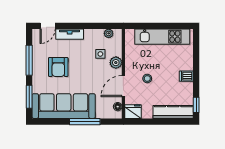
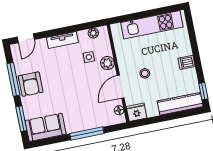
tv unit: (70, 34) -> (62, 40), moved
armchair: (58, 67) -> (31, 84), moved
sofa: (64, 106) -> (46, 127), width x0.54, depth x0.79

